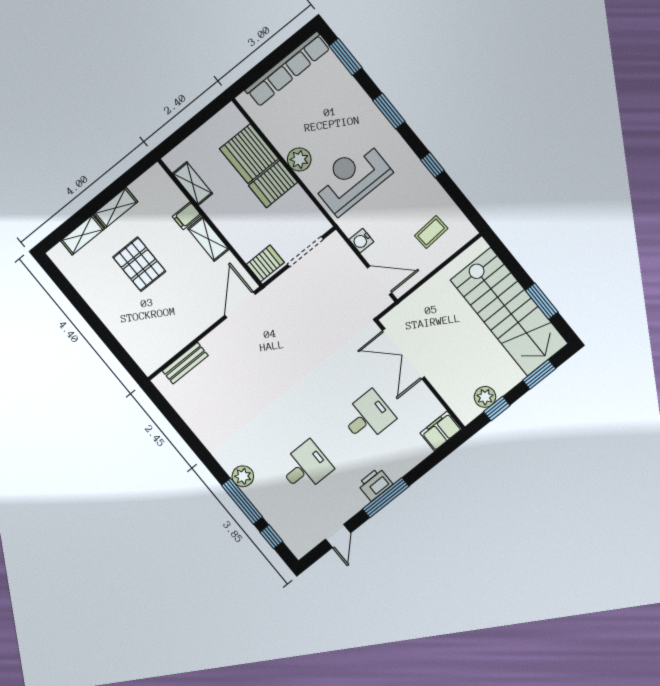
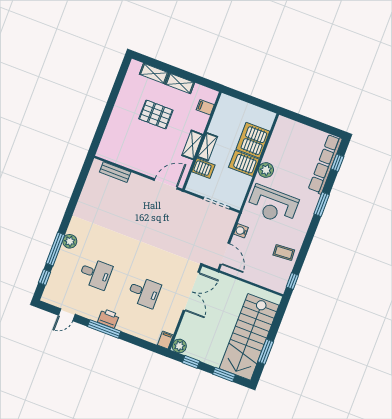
window: (345, 57) -> (337, 163), width x0.67
row of seats: (288, 69) -> (325, 164), moved, turned 90
window: (432, 165) -> (292, 281), moved
reception desk: (352, 178) -> (273, 205), turned 180
shelving: (192, 183) -> (207, 147), moved
filing cabinet: (187, 216) -> (205, 107), moved
coffee table: (431, 232) -> (284, 253), moved
server rack: (265, 263) -> (203, 168), moved
pallet: (139, 264) -> (156, 114), turned 90
double door: (403, 354) -> (191, 291), swing flipped
plant: (485, 397) -> (179, 346), moved
filing cabinet: (441, 431) -> (165, 340), width x0.50

